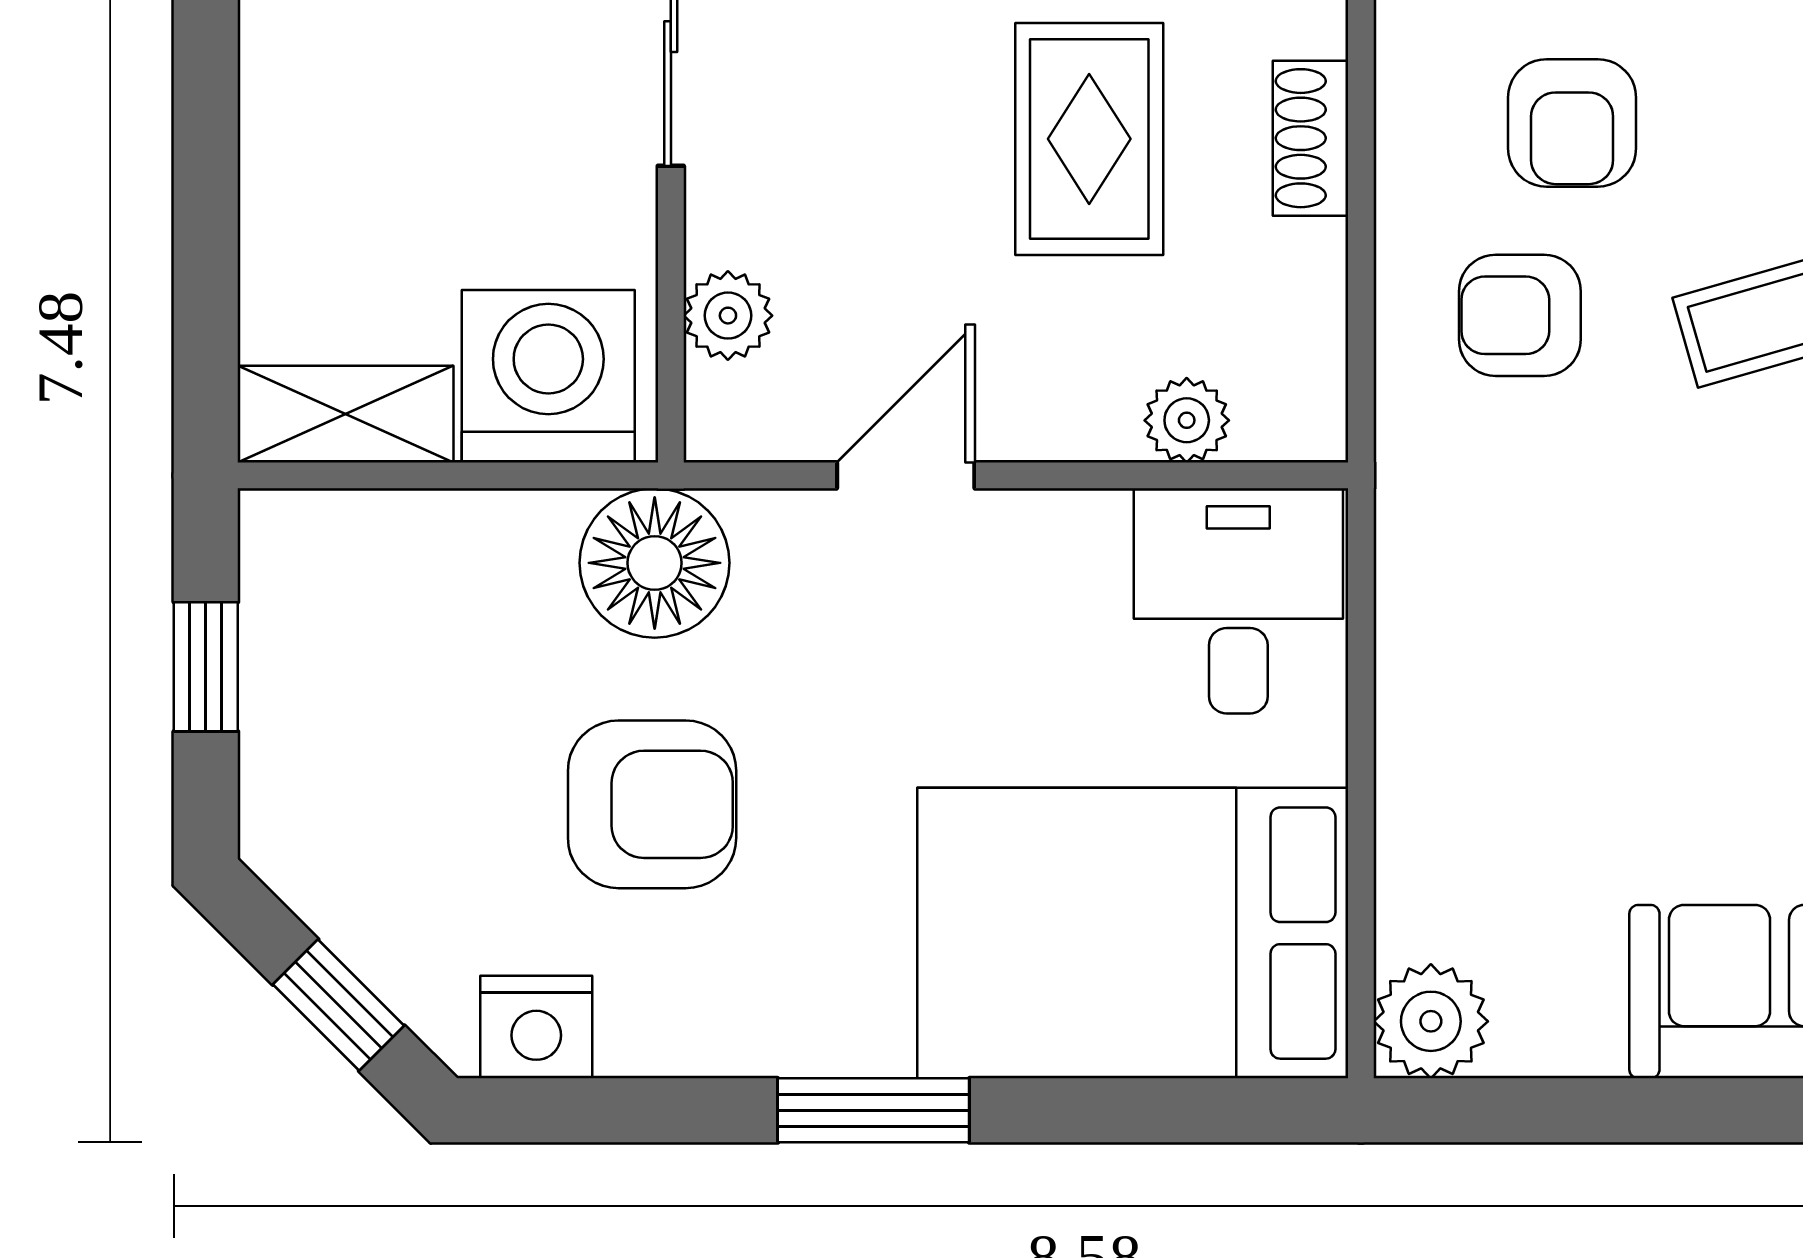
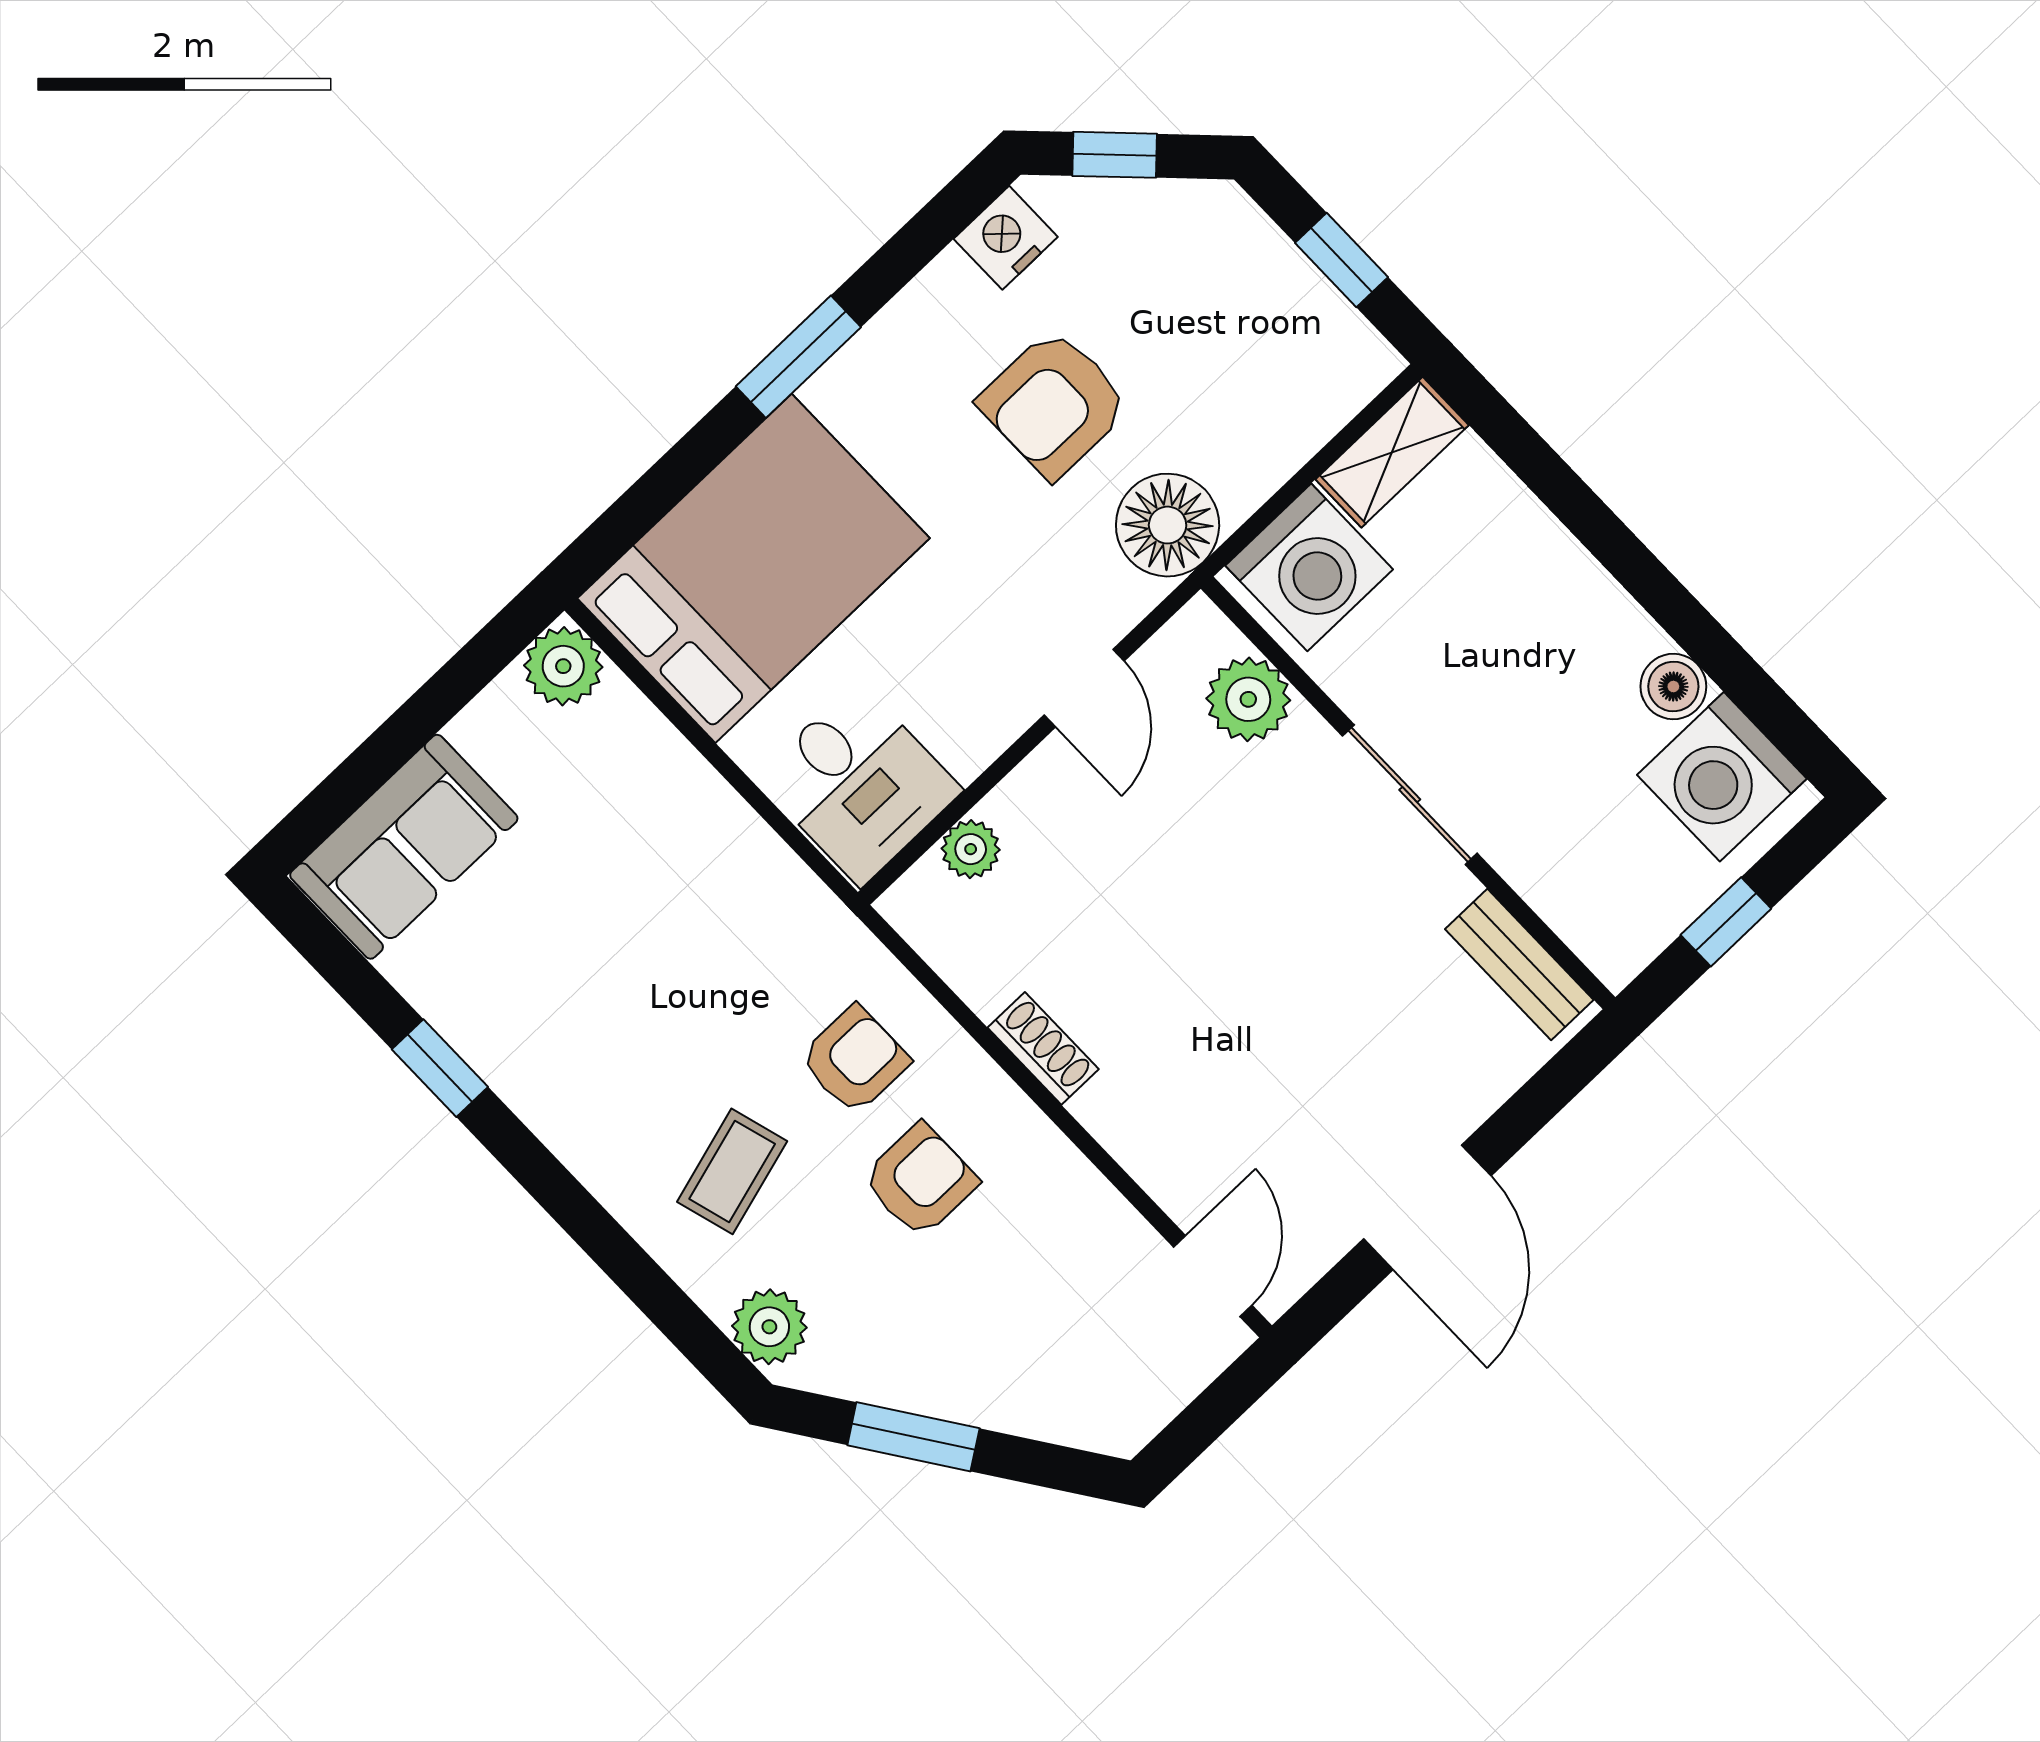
armchair: (1572, 123) -> (920, 1180), turned 90
rug: (1089, 139) -> (1153, 943), removed
plant: (728, 316) -> (1248, 699), width x1.38, depth x1.38

